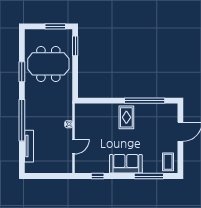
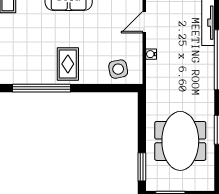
meeting table: (48, 64) -> (180, 141), turned 90
side table: (92, 114) -> (118, 69), added

